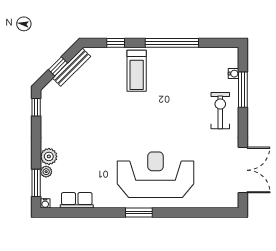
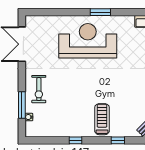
window: (172, 43) -> (75, 140), width x0.32
reception desk: (156, 175) -> (88, 41), turned 180

